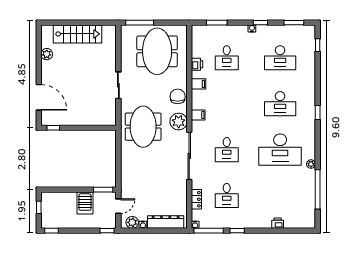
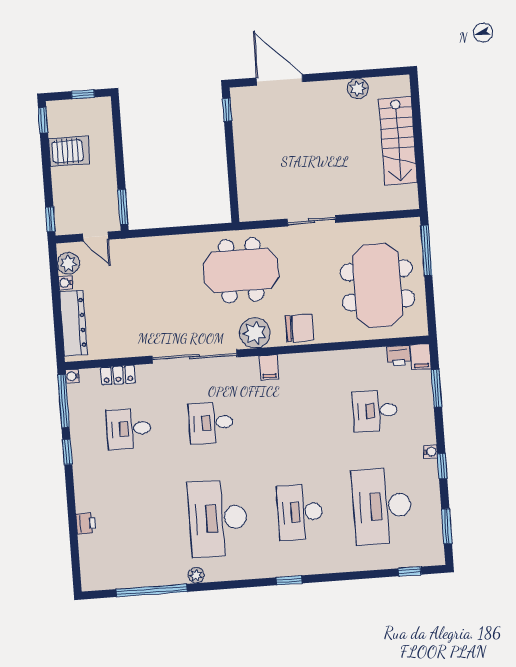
meeting table: (157, 51) -> (377, 285), turned 90
desk: (280, 58) -> (382, 506), width x1.36, depth x1.30
printer: (197, 64) -> (398, 356), moved
filing cabinet: (198, 84) -> (421, 357), moved
door: (39, 97) -> (280, 80), swing flipped
server rack: (85, 203) -> (69, 151), moved, turned 180

